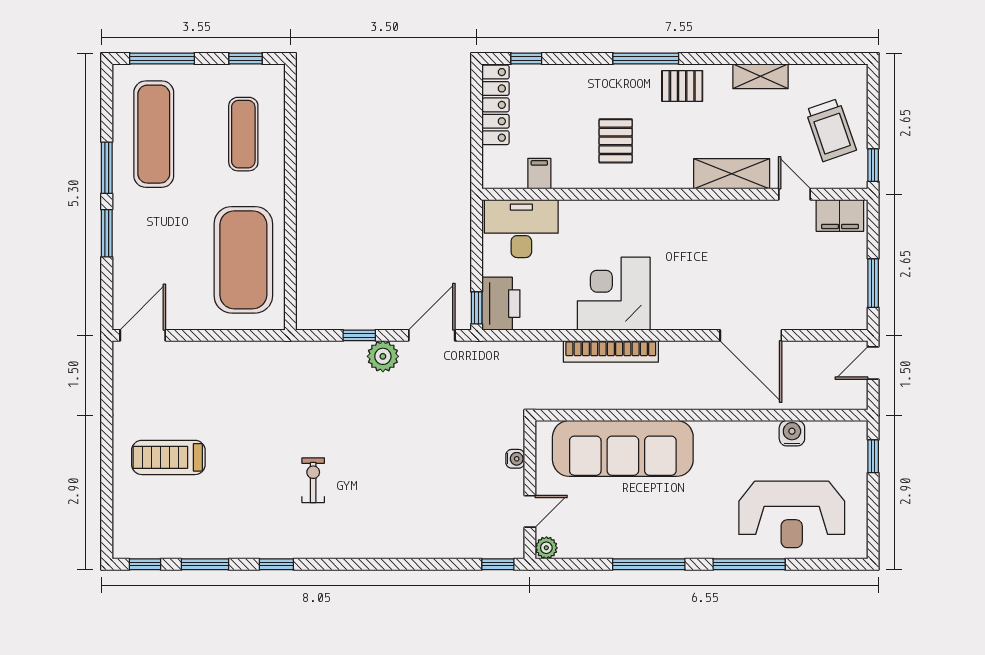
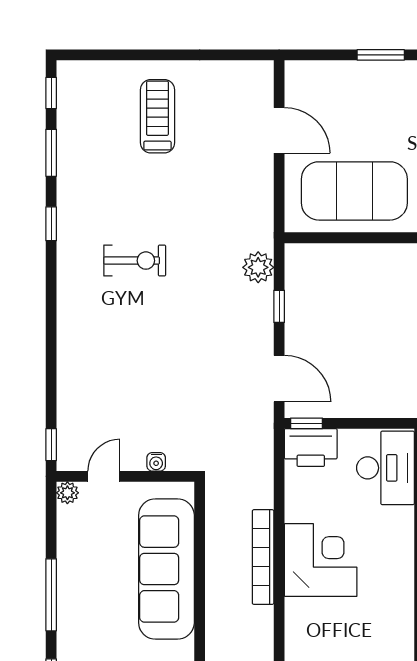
door: (143, 335) -> (279, 130), moved
plant: (383, 356) -> (258, 267), moved
exercise bike: (313, 480) -> (135, 261), width x1.38, depth x1.39
door: (530, 511) -> (104, 476), swing flipped

